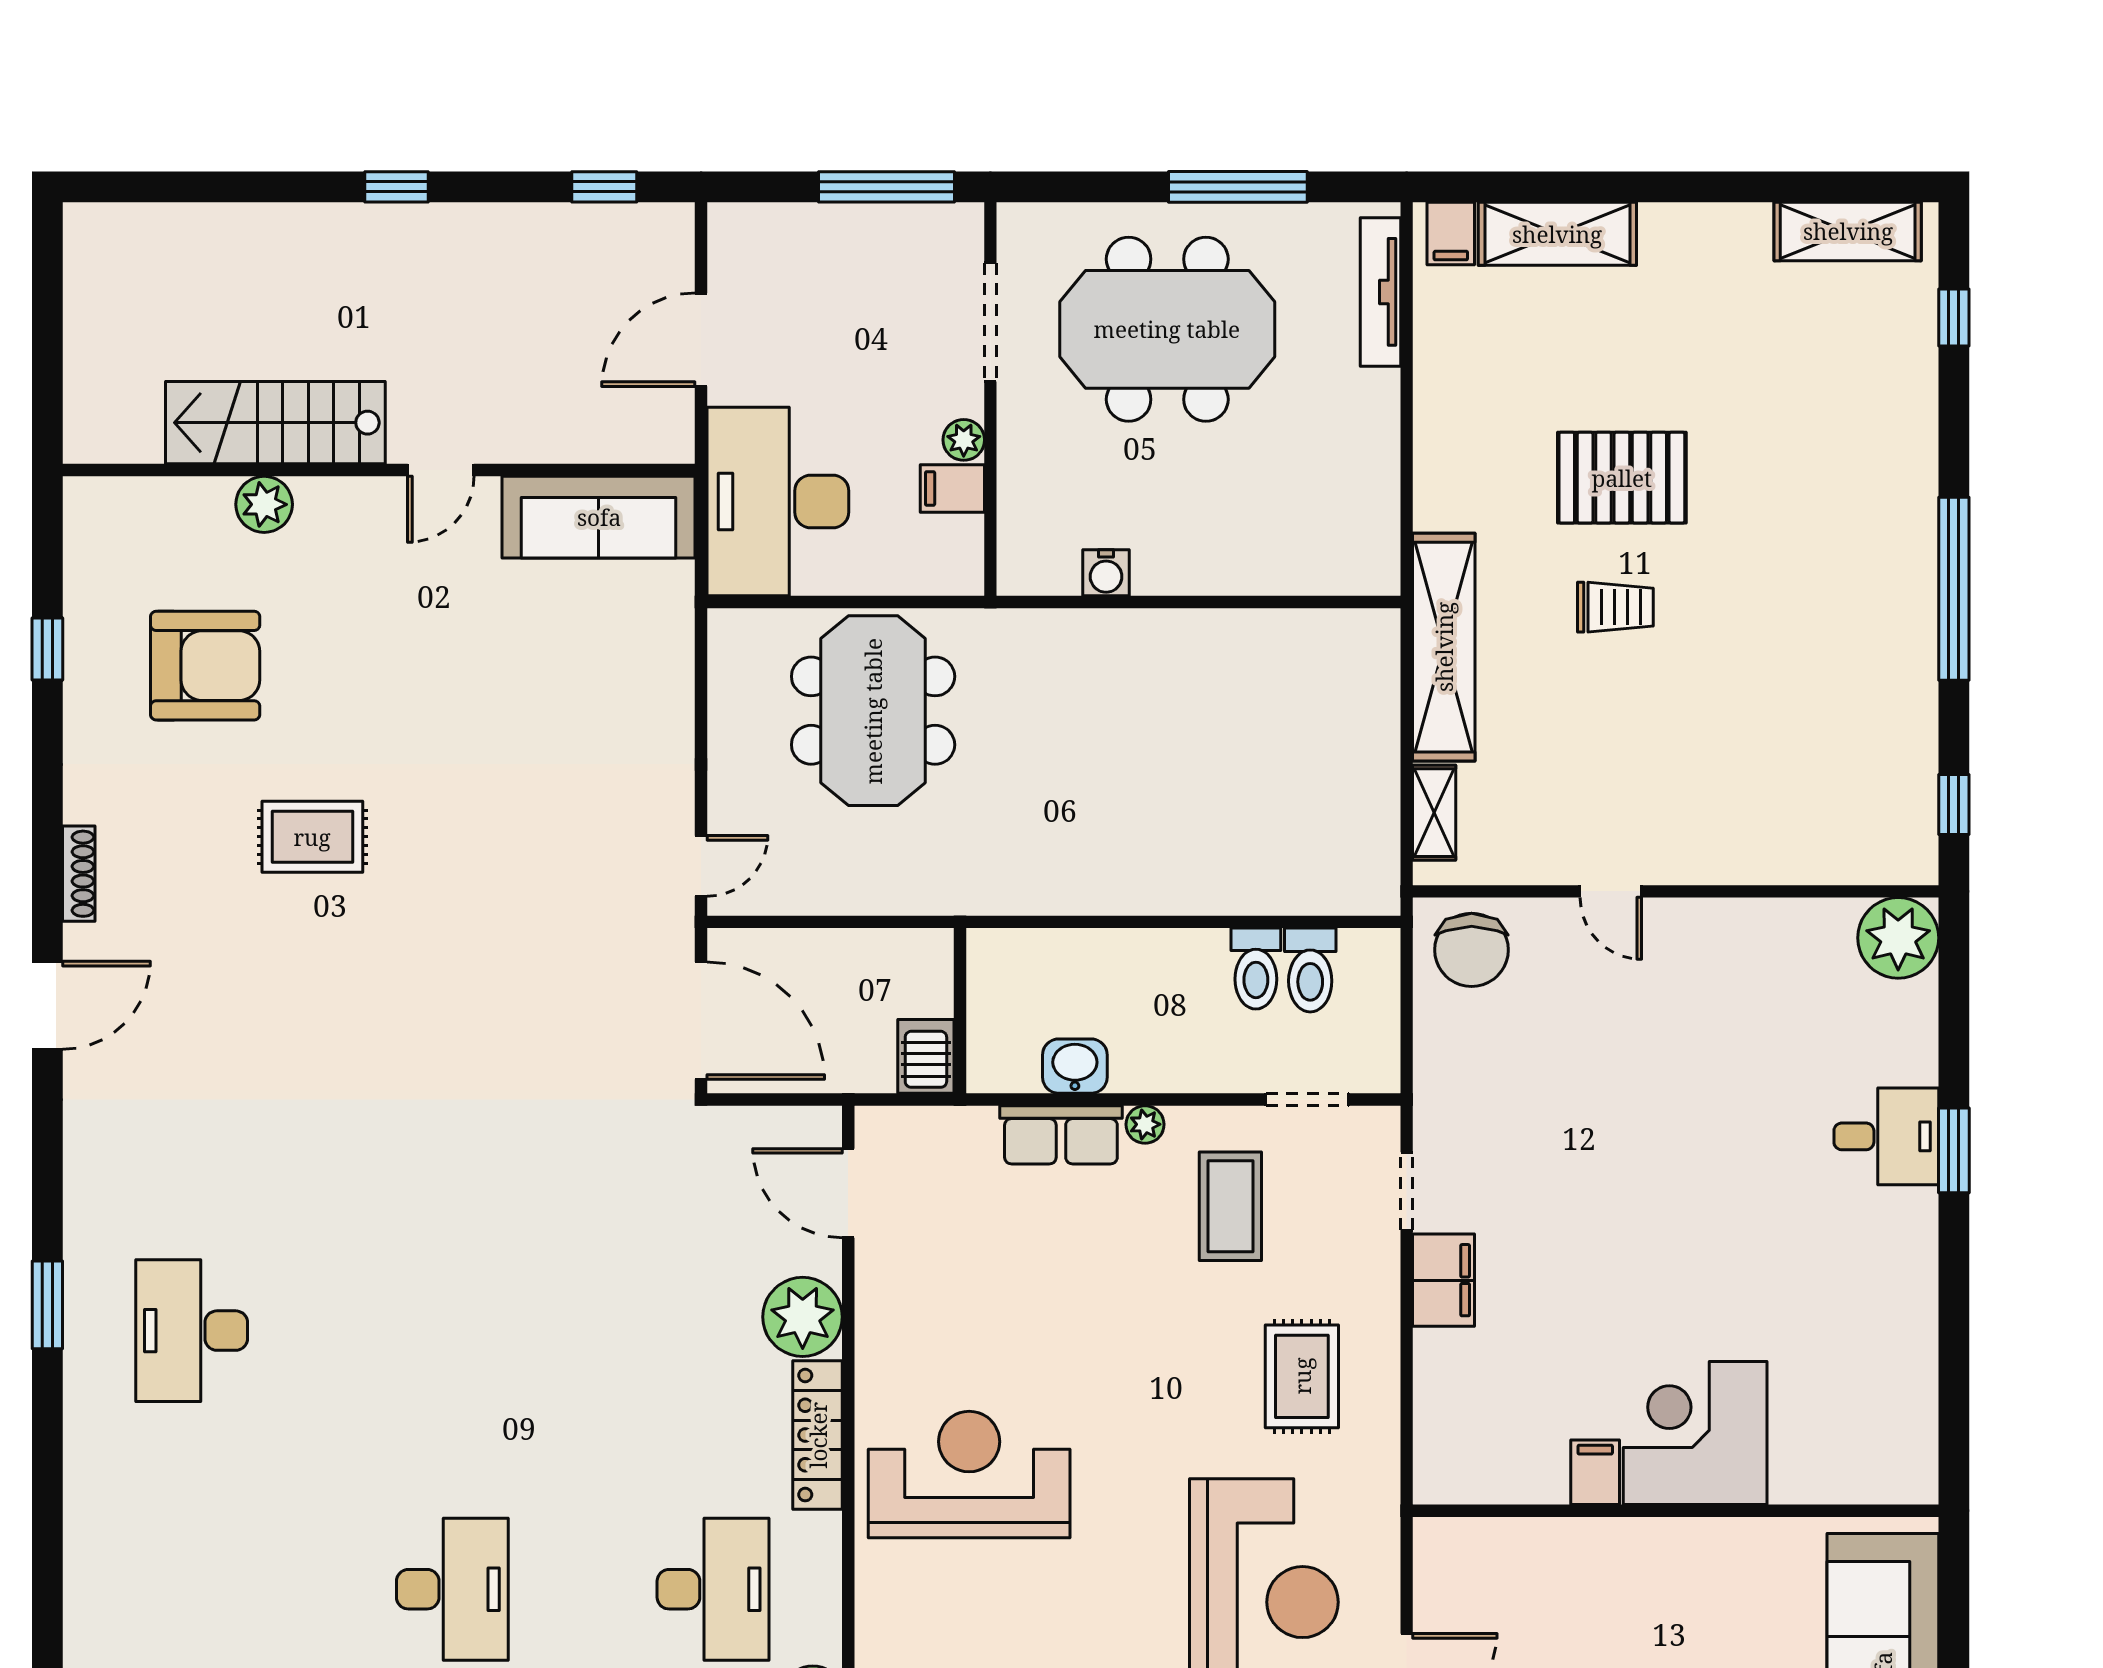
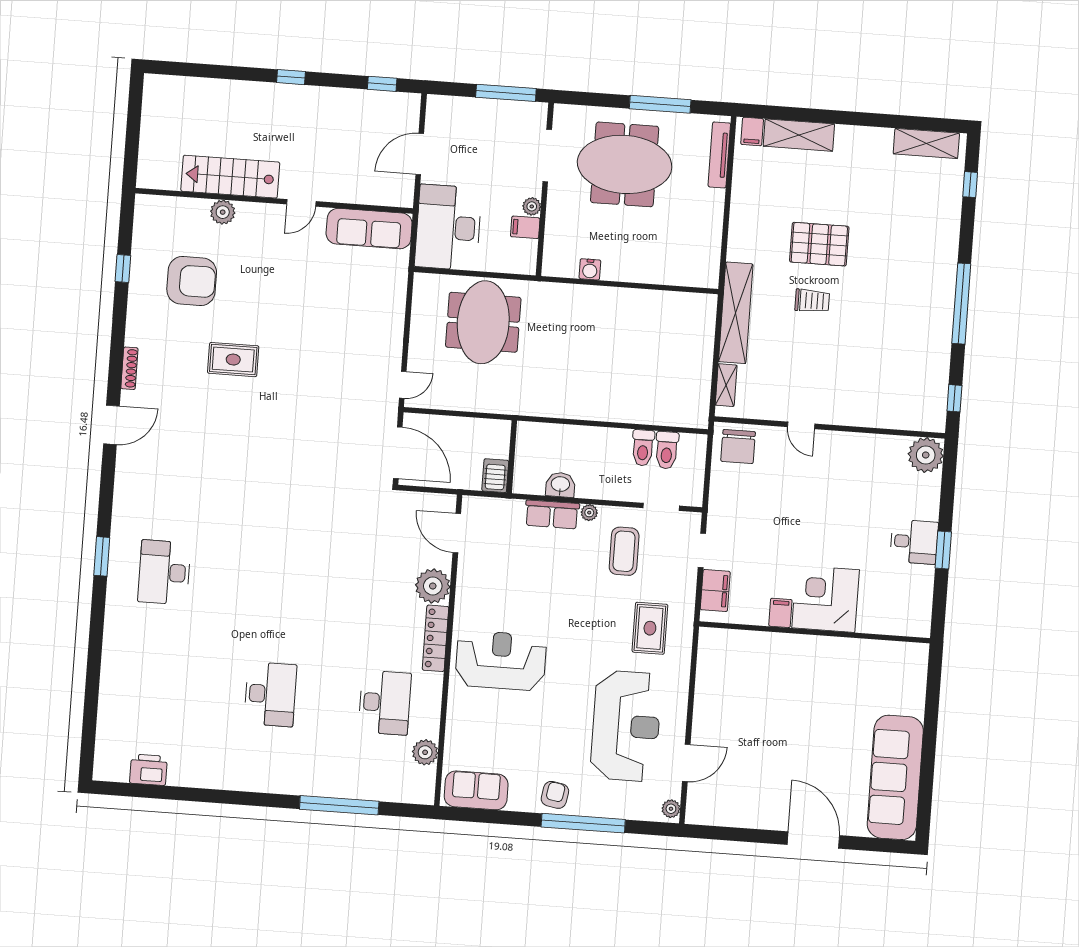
corner desk: (1695, 1433) -> (826, 599), moved
filing cabinet: (1595, 1472) -> (780, 613), moved
wall: (1676, 1511) -> (815, 632), moved

